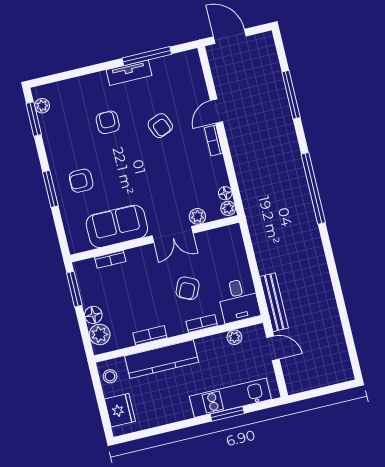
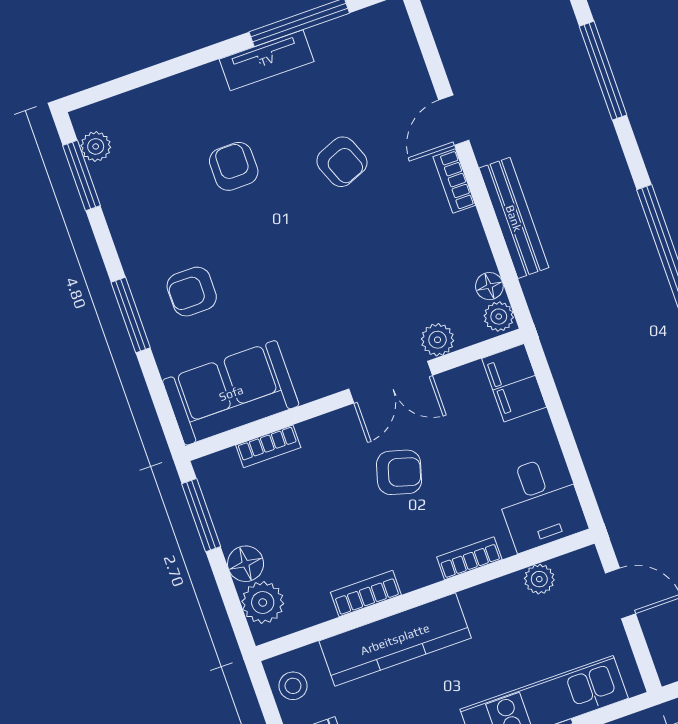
sofa: (117, 226) -> (231, 393), moved
filing cabinet: (232, 241) -> (514, 383), added
armchair: (188, 288) -> (399, 472), moved, turned -99
bench: (274, 302) -> (514, 218), moved

